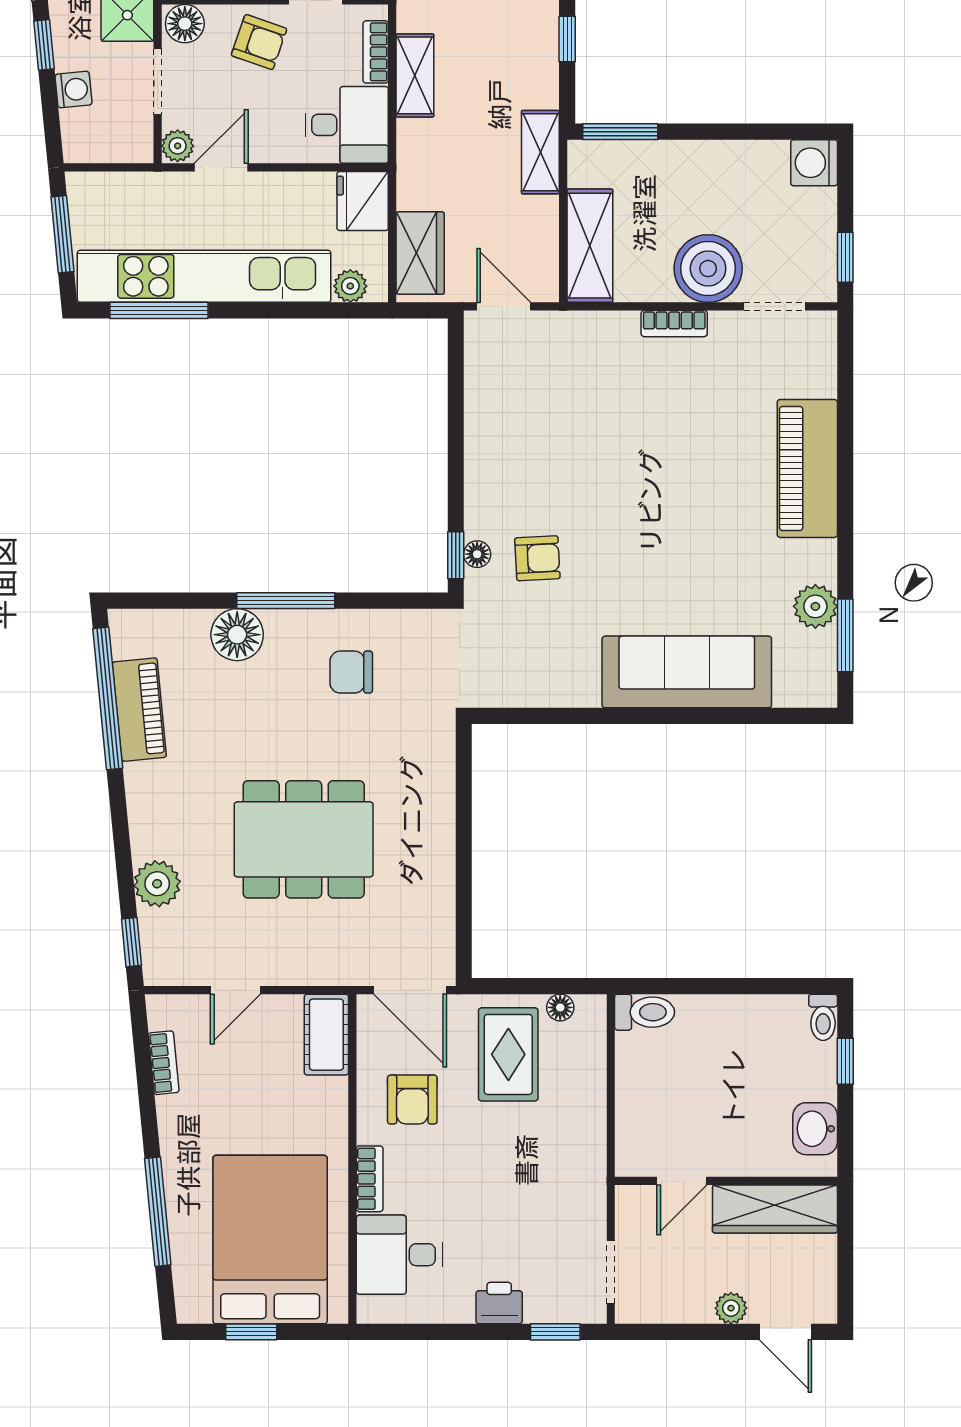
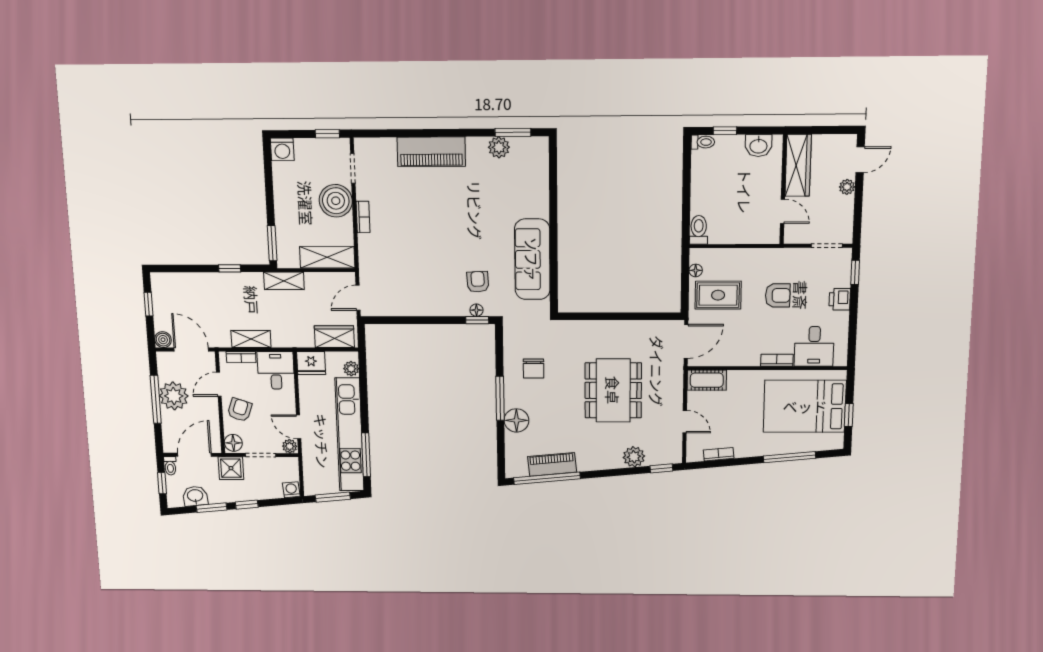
washing machine: (73, 89) -> (291, 490), moved
sofa: (687, 672) -> (532, 259), moved
armchair: (412, 1100) -> (778, 295), moved

